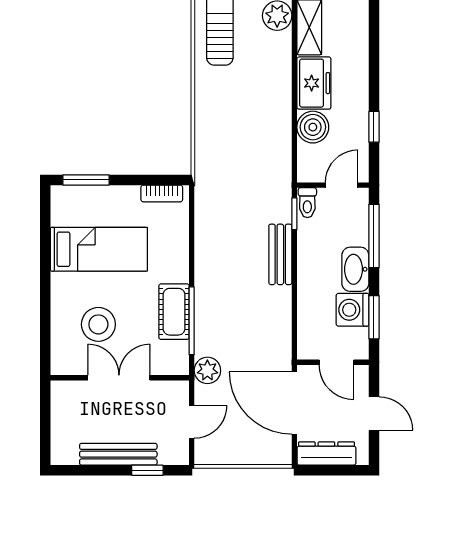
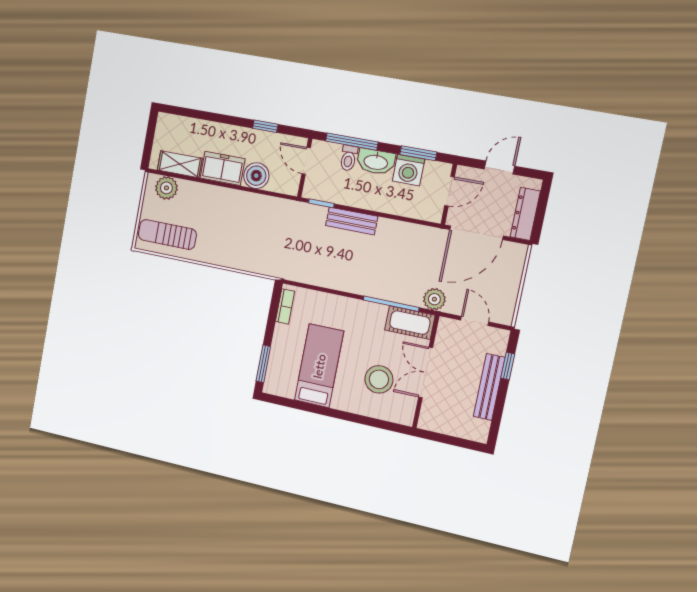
toilet: (307, 203) -> (349, 158), moved, turned 90
cot: (174, 312) -> (410, 323), moved

